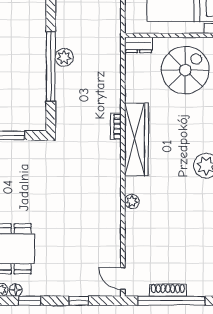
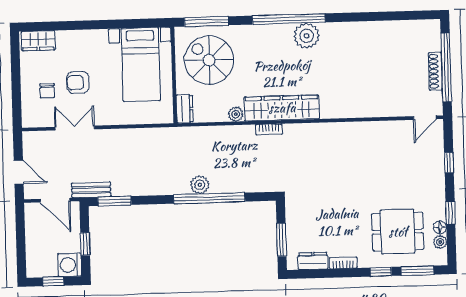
plant: (132, 201) -> (236, 114), moved

